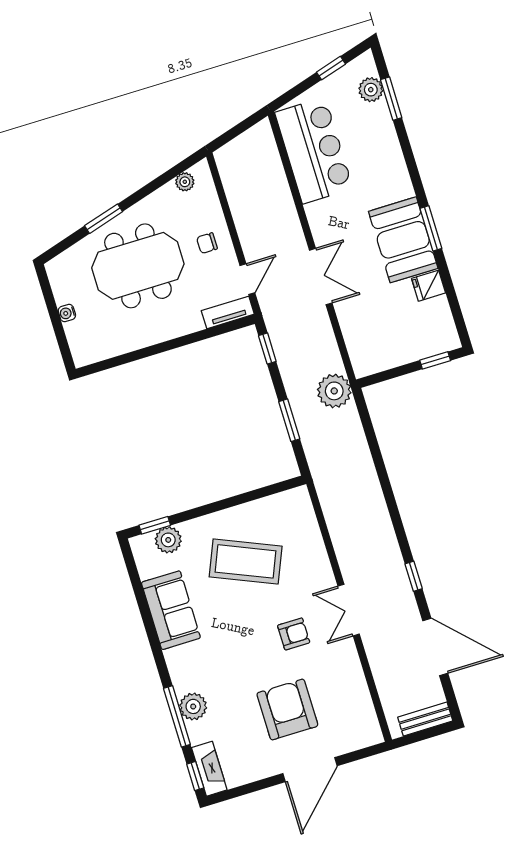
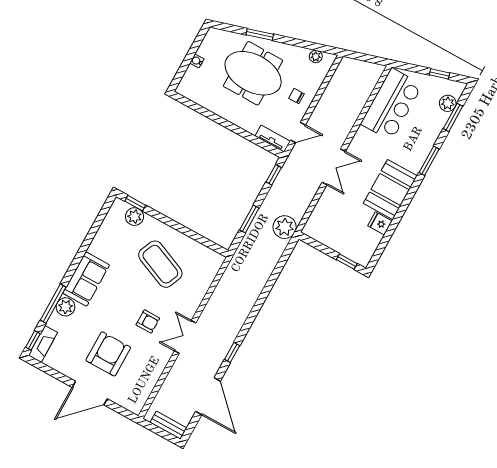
window: (431, 228) -> (429, 161), moved
sofa: (171, 610) -> (86, 279), moved

